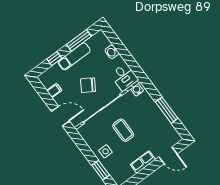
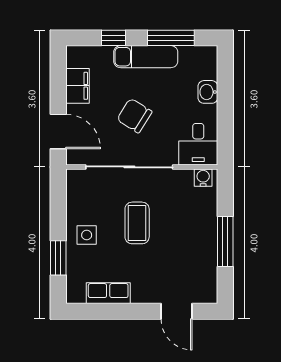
filing cabinet: (54, 91) -> (77, 86), width x2.00
row of seats: (143, 162) -> (108, 293), moved

